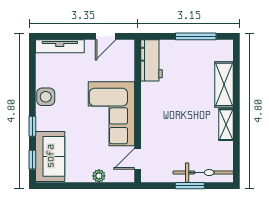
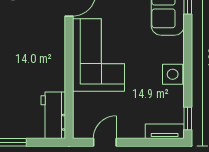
tv unit: (60, 46) -> (165, 131), width x0.71
window: (32, 126) -> (188, 119), moved

